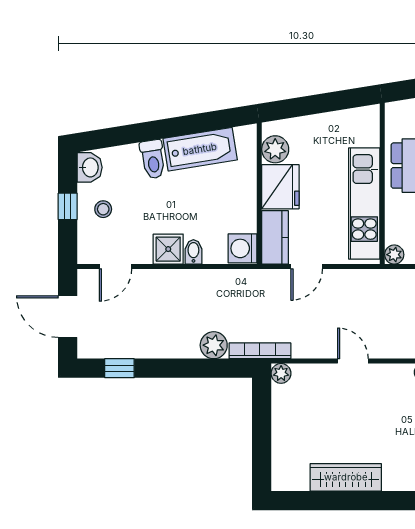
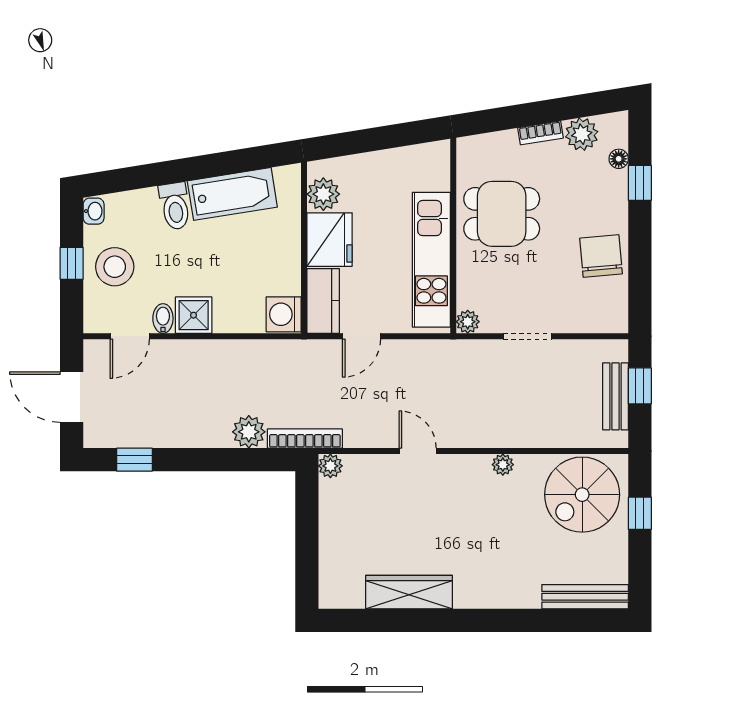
washbasin: (90, 167) -> (94, 211), width x0.72, depth x0.69
stool: (103, 209) -> (115, 267), width x1.89, depth x1.89
bidet: (193, 252) -> (163, 318), moved

